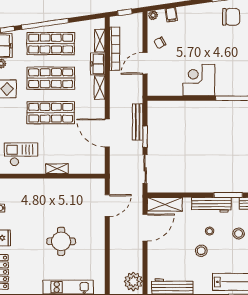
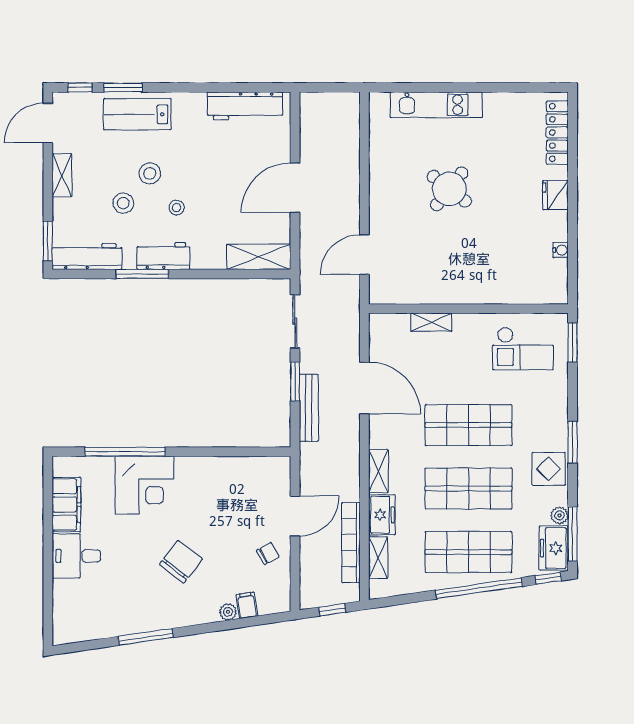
plant: (153, 15) -> (228, 612), moved
chair: (231, 17) -> (181, 562), moved, turned 128
corner desk: (199, 80) -> (145, 485), moved
shelving: (57, 169) -> (431, 322), moved
workbench: (211, 205) -> (163, 256), width x0.73
door: (145, 228) -> (295, 188), moved
round table: (61, 241) -> (449, 189), turned 38
stool: (201, 251) -> (150, 173), moved
plant: (133, 281) -> (317, 115), removed

